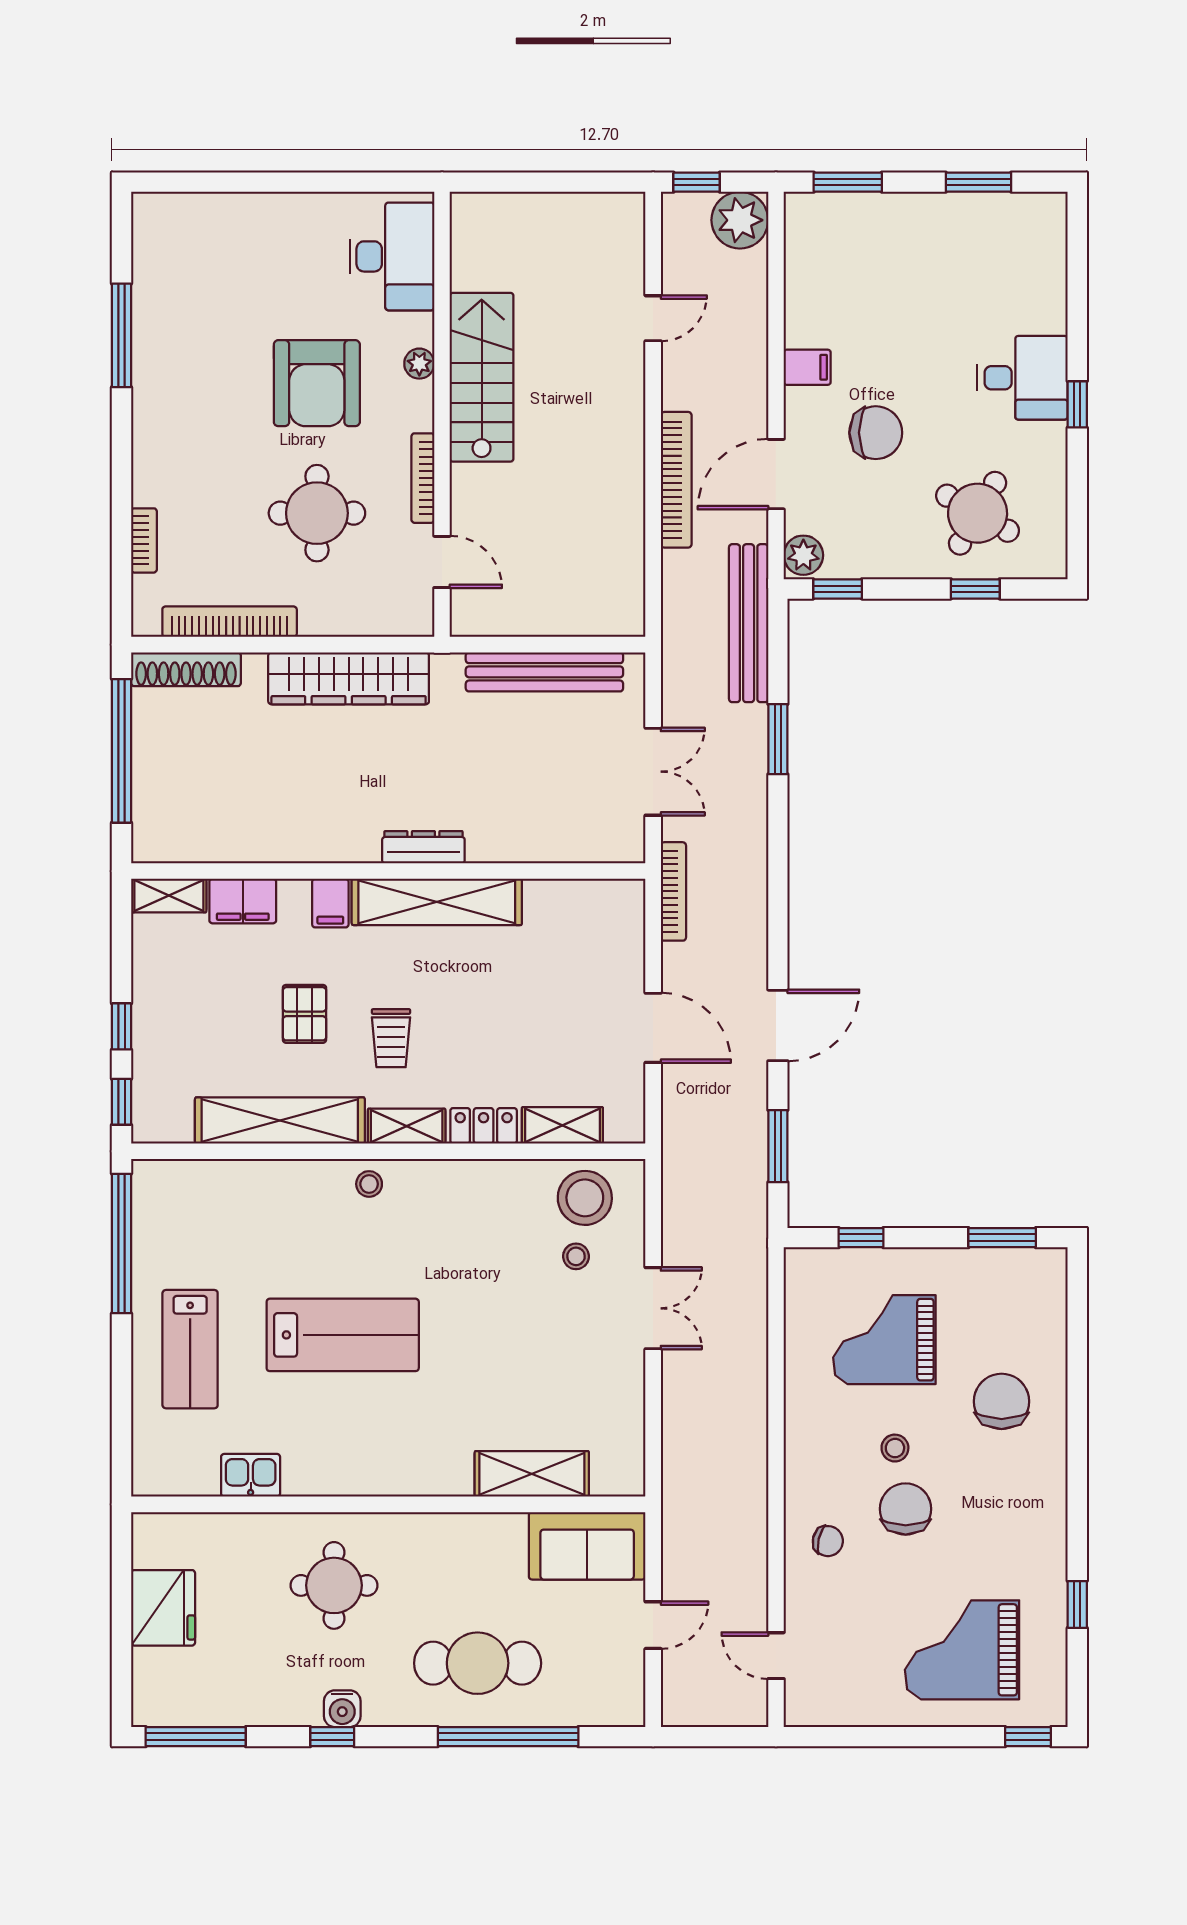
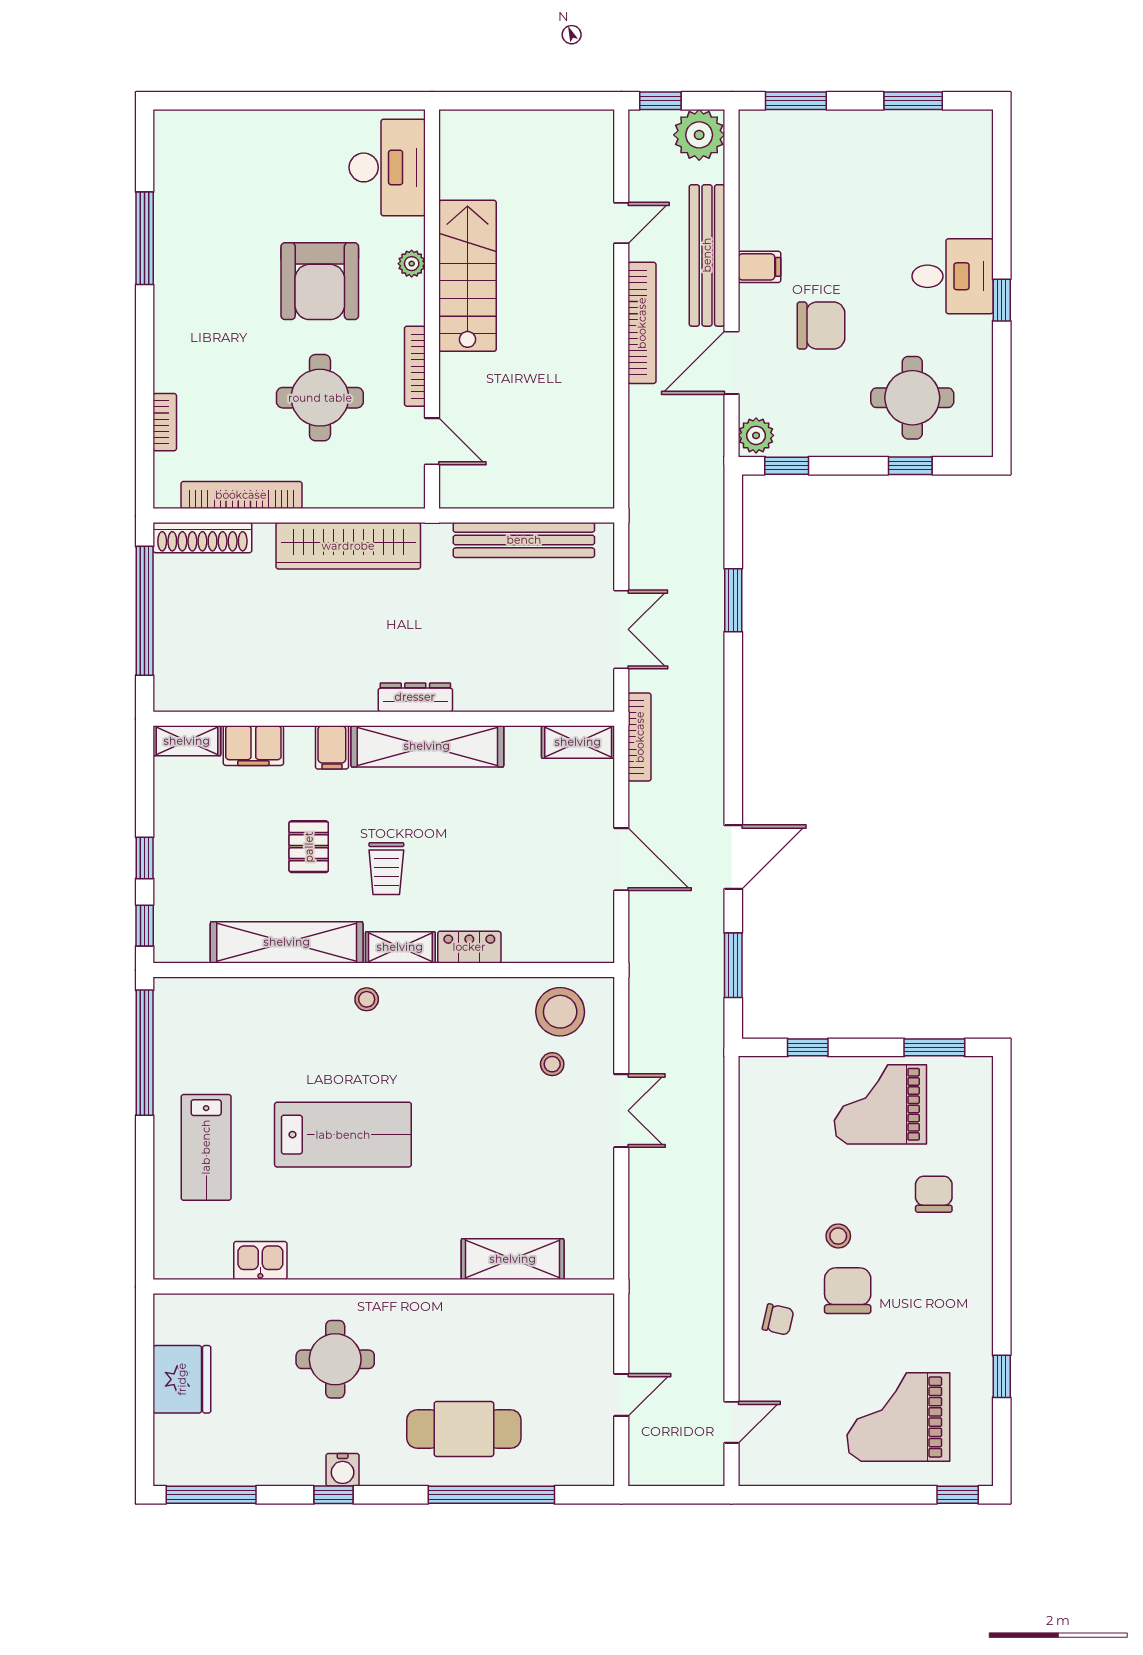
bookcase: (676, 480) -> (642, 323), moved
round table: (978, 513) -> (912, 398), turned -30
bench: (749, 623) -> (707, 255), moved
shelving: (562, 1125) -> (578, 742), moved
grand piano: (884, 1340) -> (880, 1104), moved
chair: (1002, 1401) -> (934, 1194), width x0.73, depth x0.73
sofa: (587, 1546) -> (562, 1324), removed
door: (776, 1656) -> (731, 1422), swing flipped

